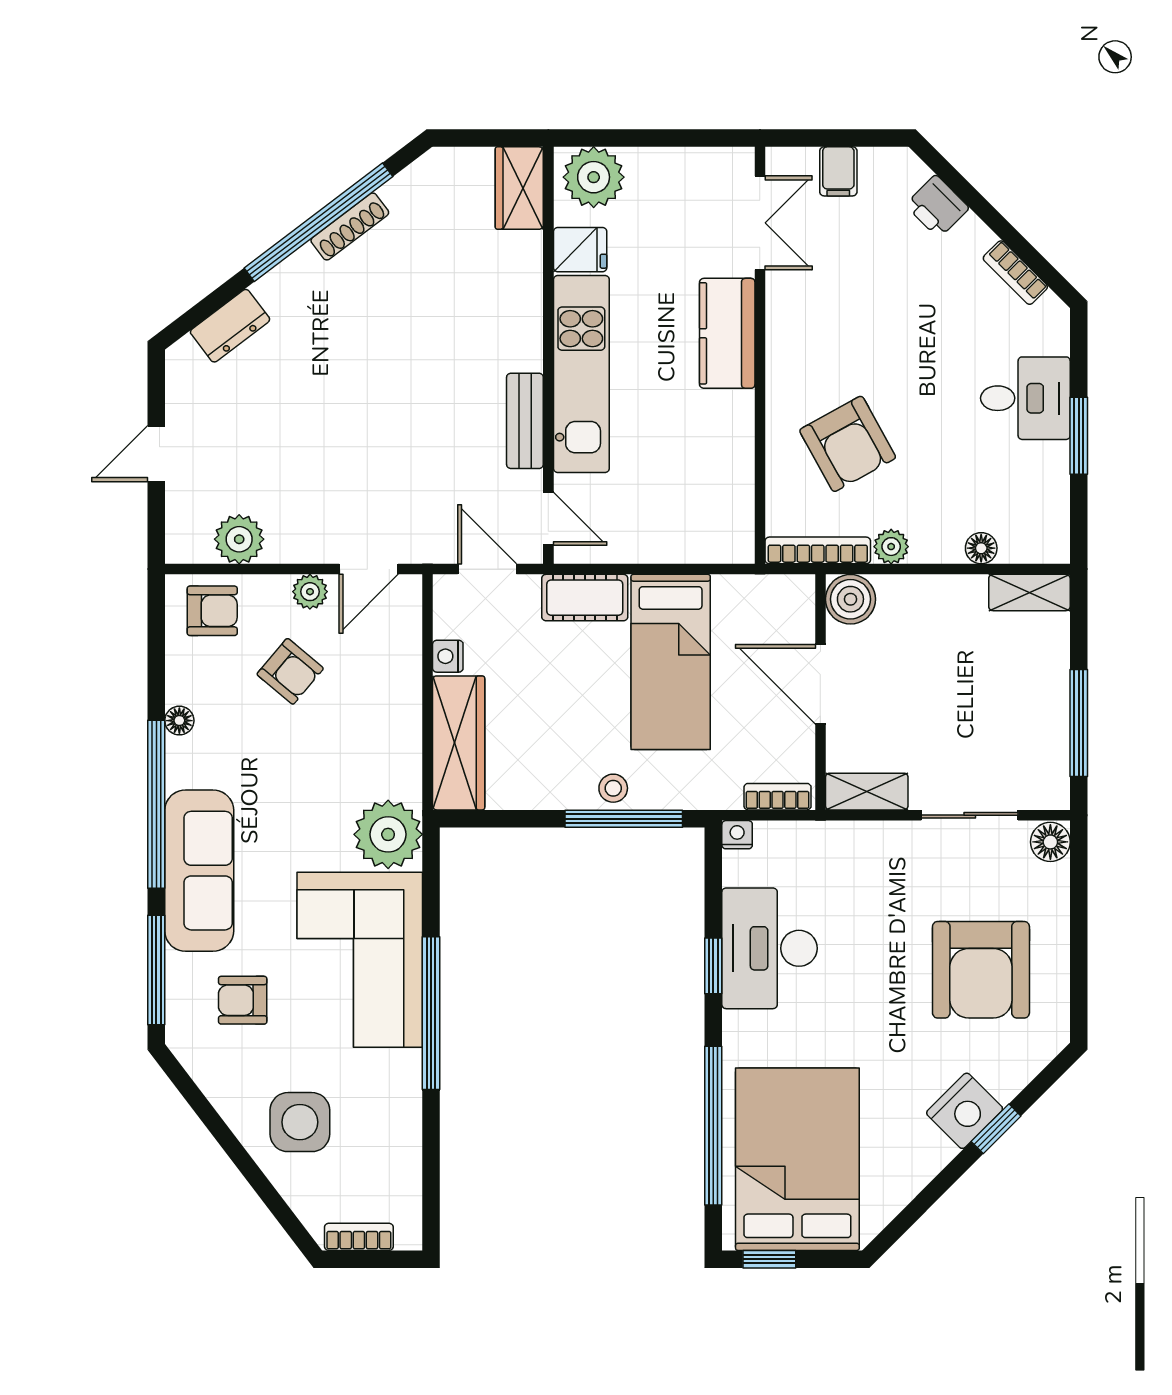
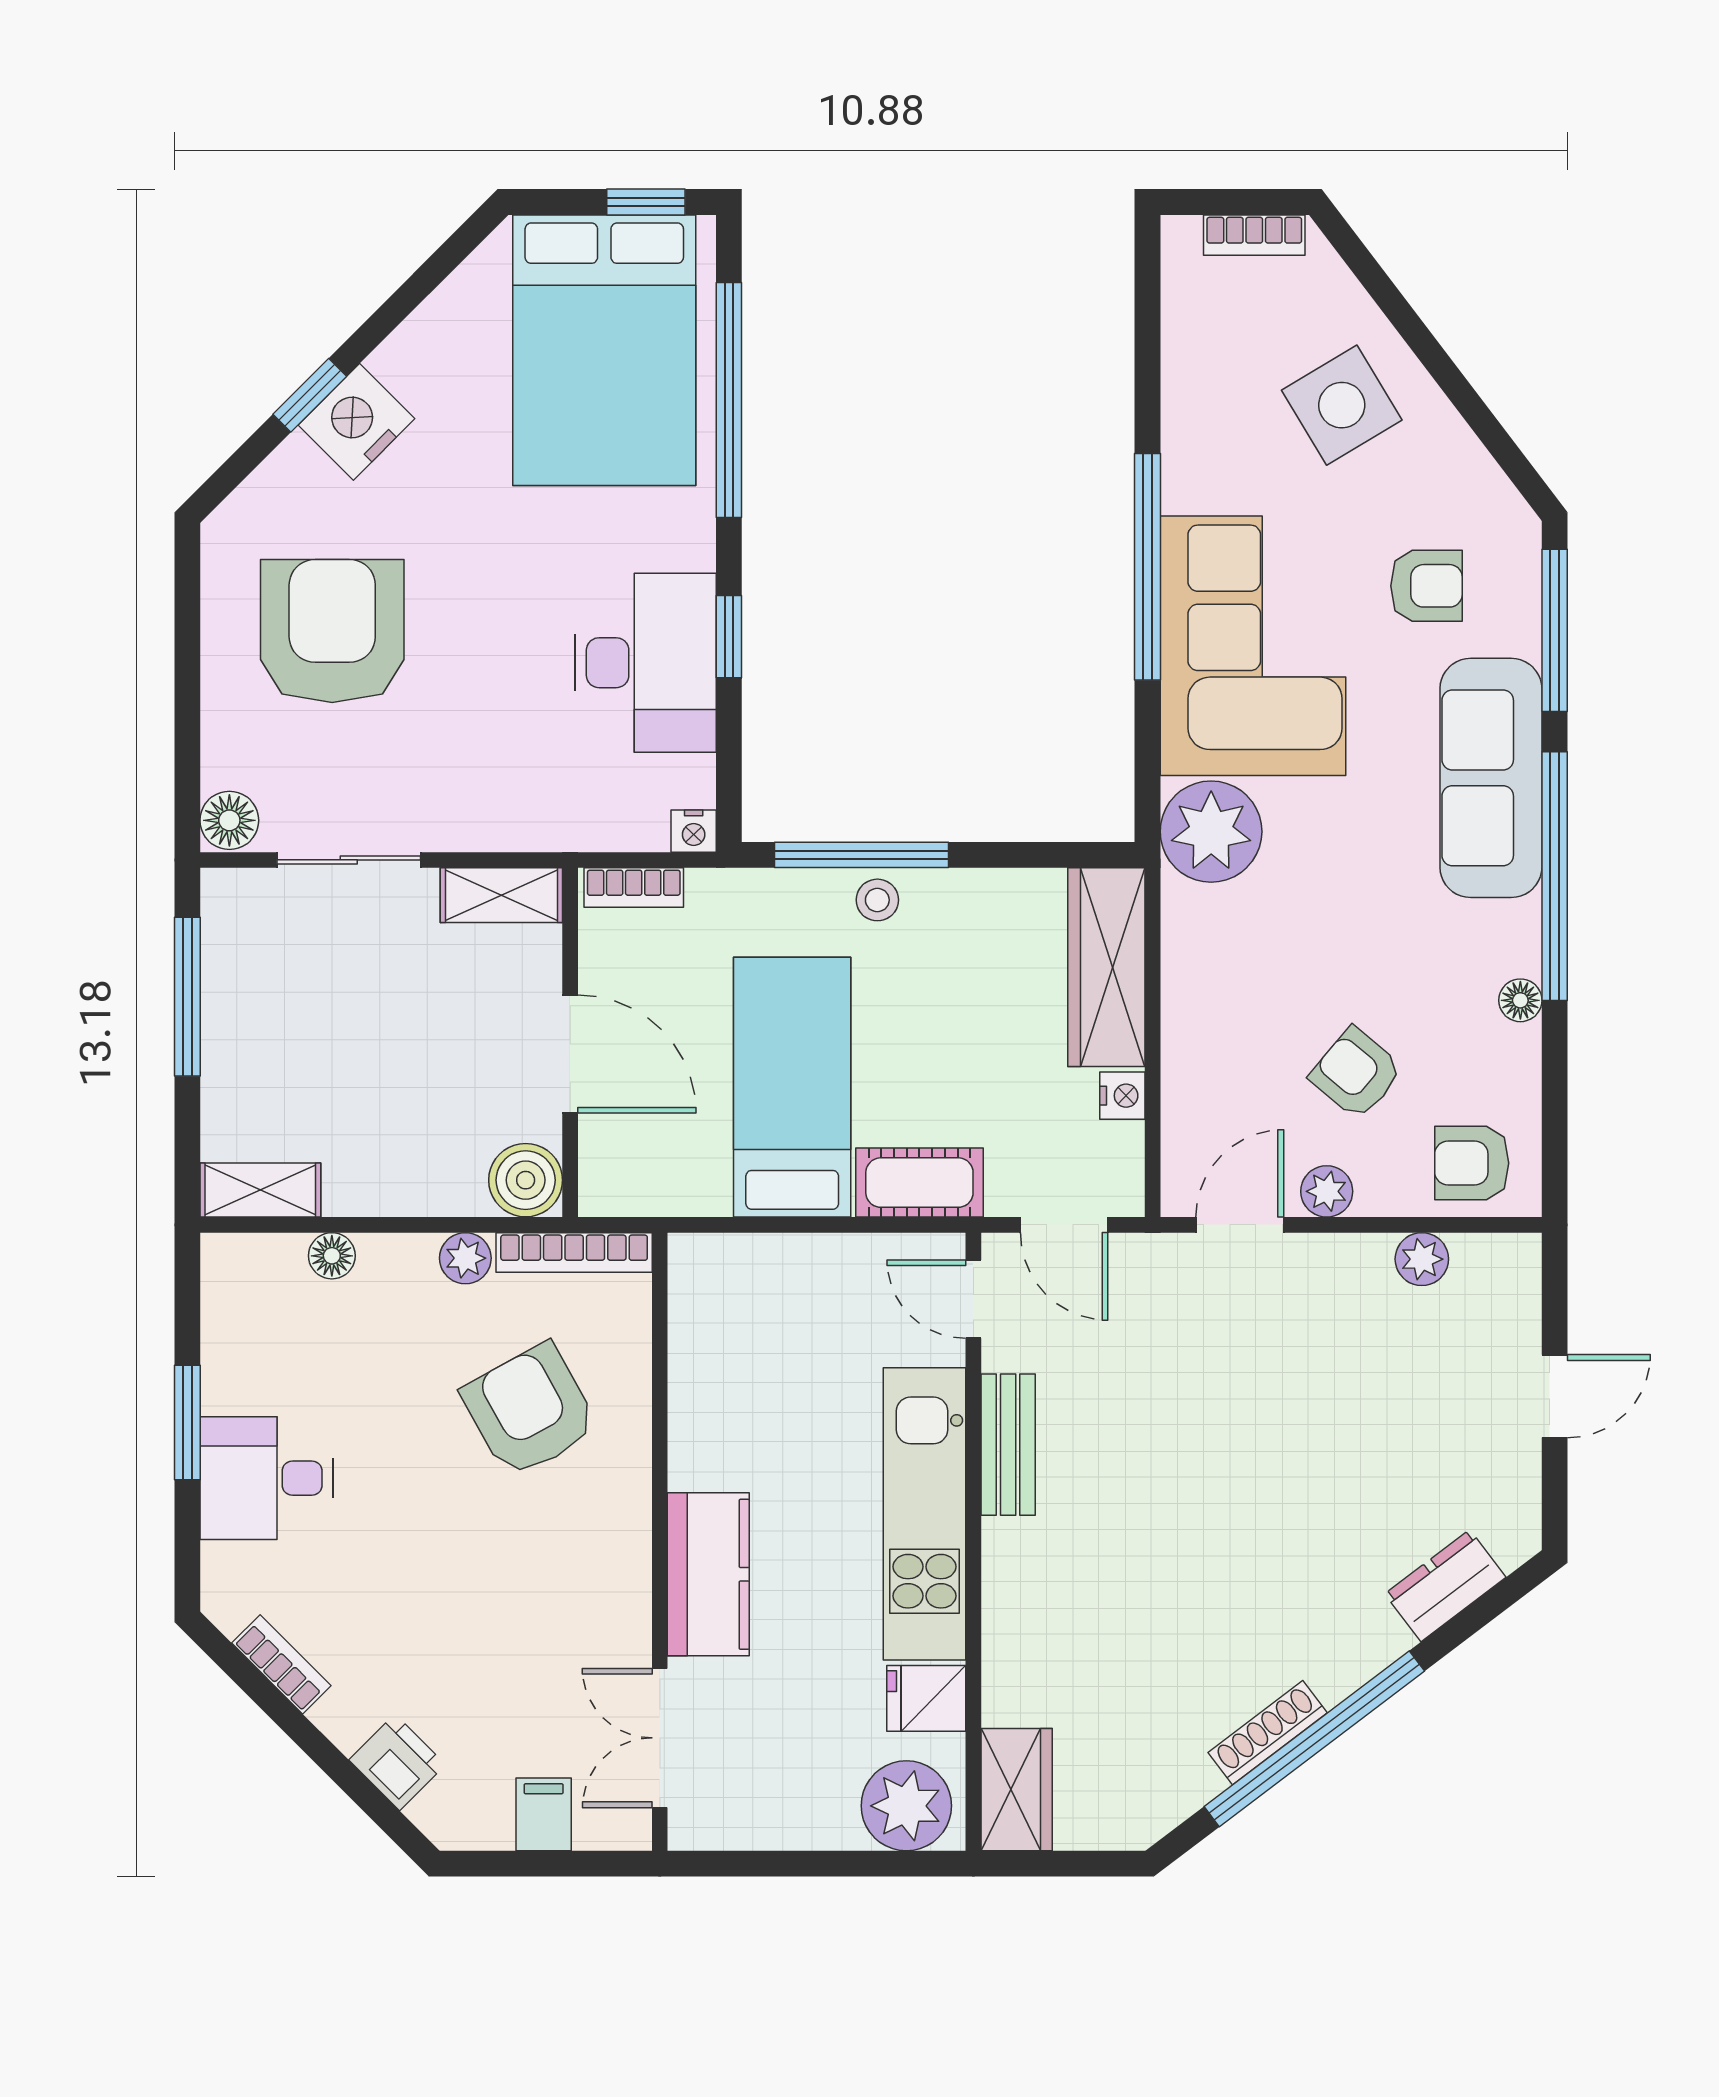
plant: (239, 539) -> (1422, 1259), width x0.73, depth x0.73
side table: (300, 1122) -> (1342, 405), turned -31

